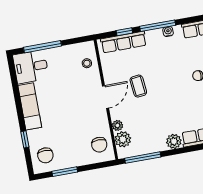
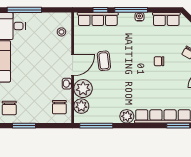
washbasin: (103, 118) -> (67, 84), added
plant: (117, 125) -> (83, 89), width x1.88, depth x1.88

